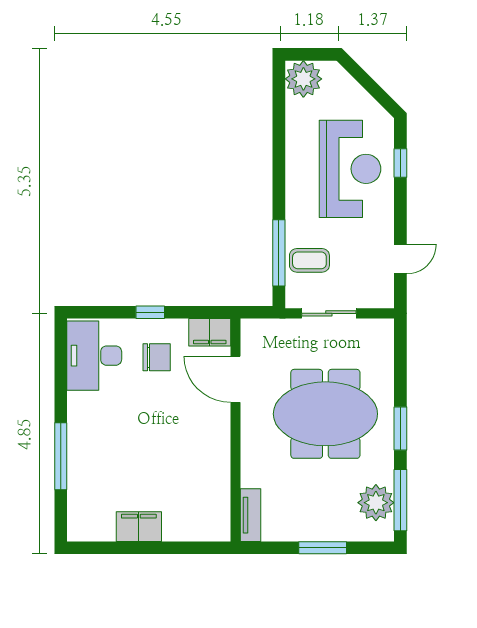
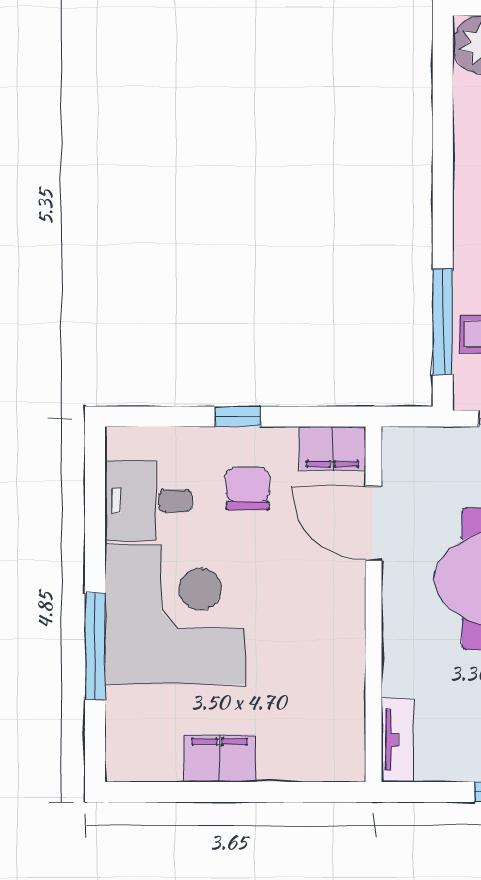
desk: (94, 356) -> (148, 501), width x0.73
chair: (157, 357) -> (248, 488), turned -90
corner desk: (111, 436) -> (175, 614), added

